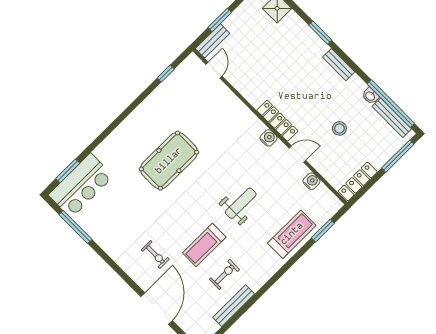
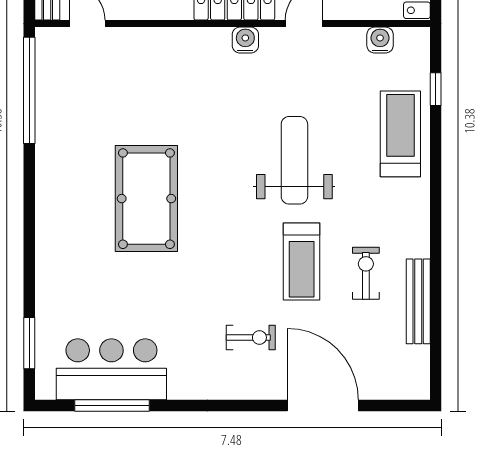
window: (166, 73) -> (29, 90), width x3.17
water cooler: (311, 181) -> (380, 40), moved
bar counter: (81, 185) -> (111, 369), moved, turned -90
weight bench: (241, 203) -> (294, 160), width x1.36, depth x1.33
window: (323, 231) -> (436, 89), width x0.67

